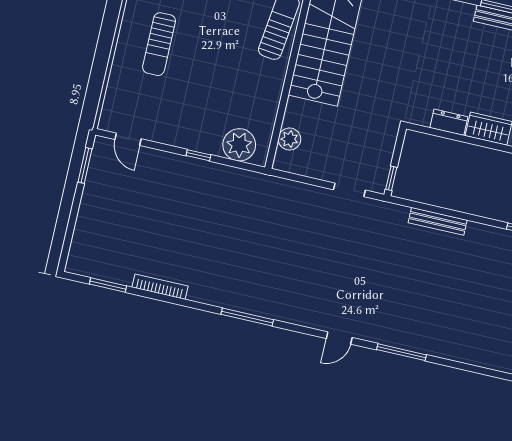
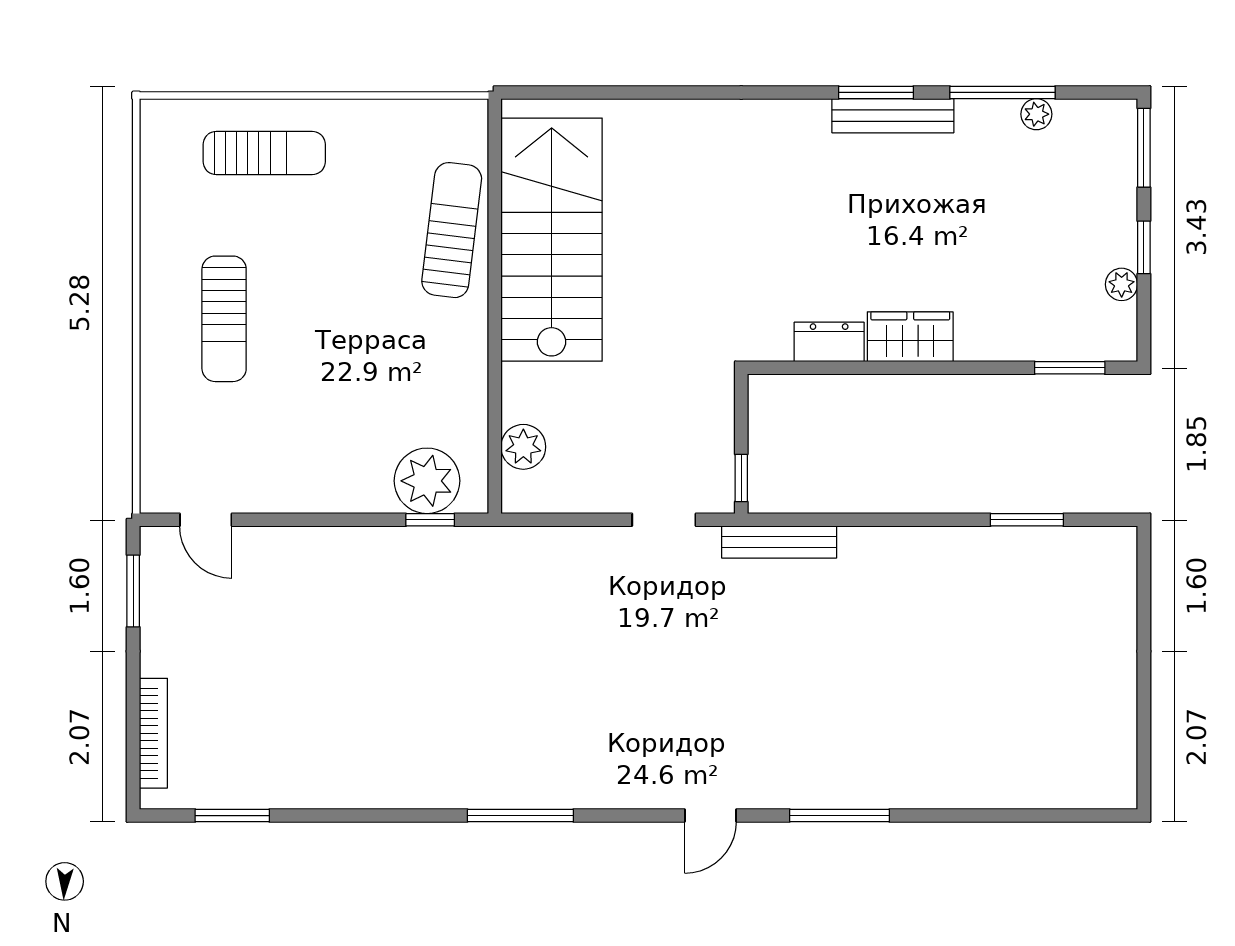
window: (198, 155) -> (430, 520), moved
bench: (438, 221) -> (779, 542), moved
bookcase: (160, 287) -> (153, 733), moved, turned 90

